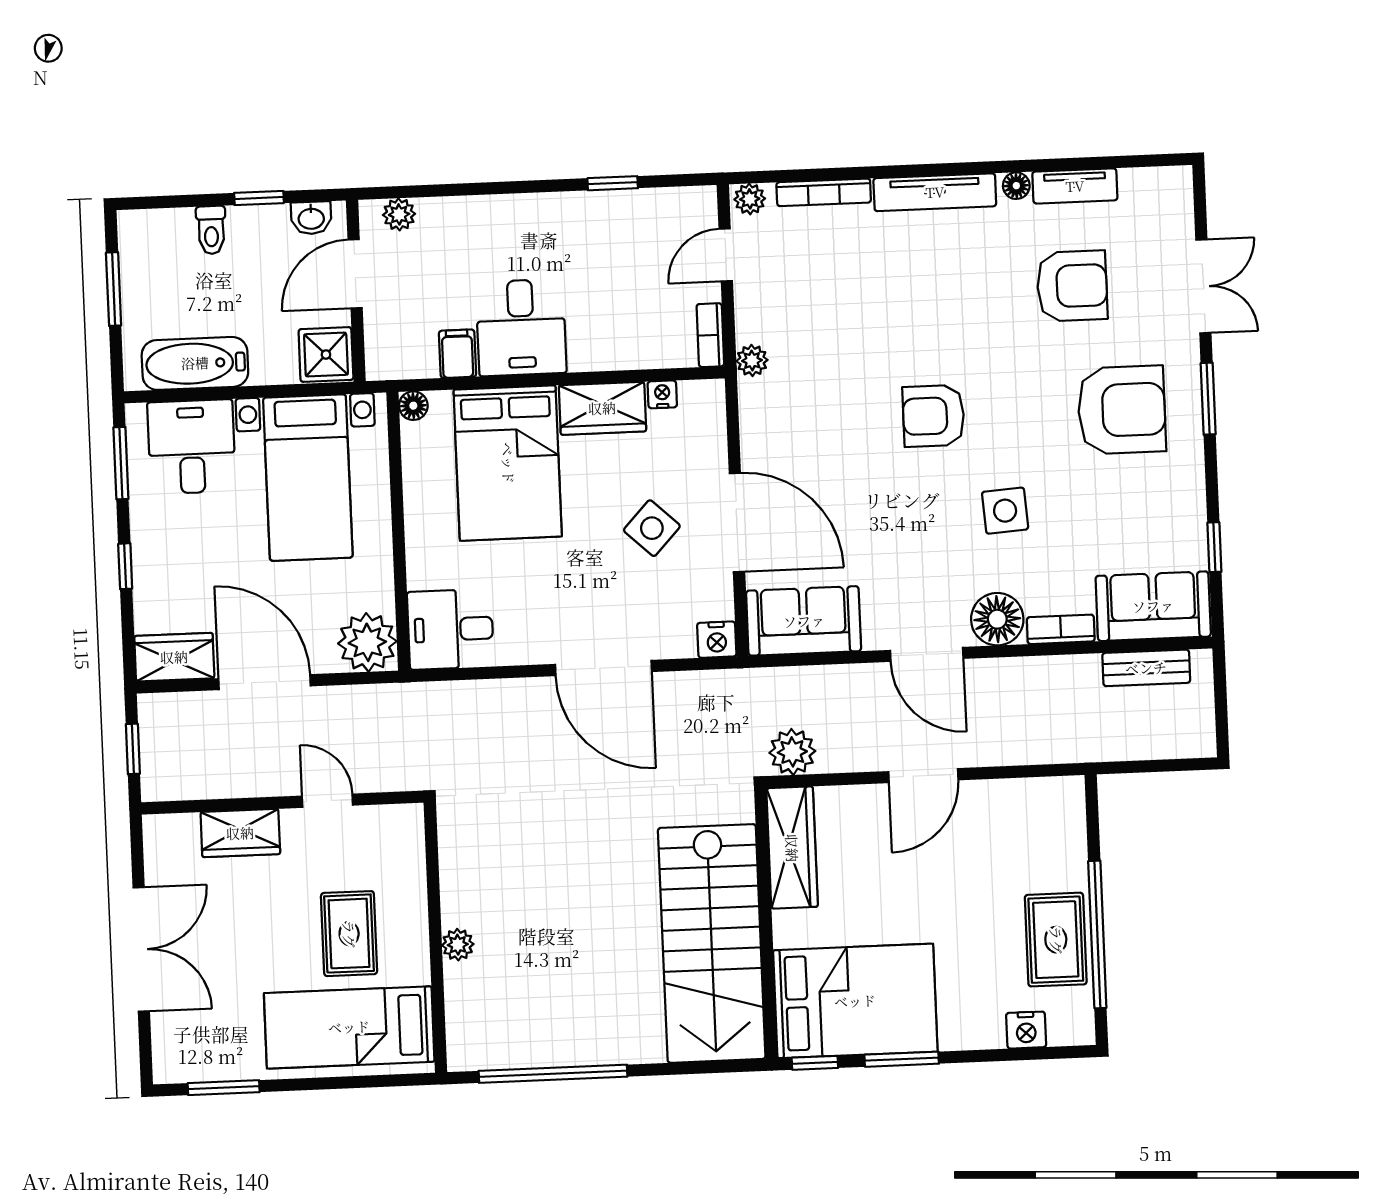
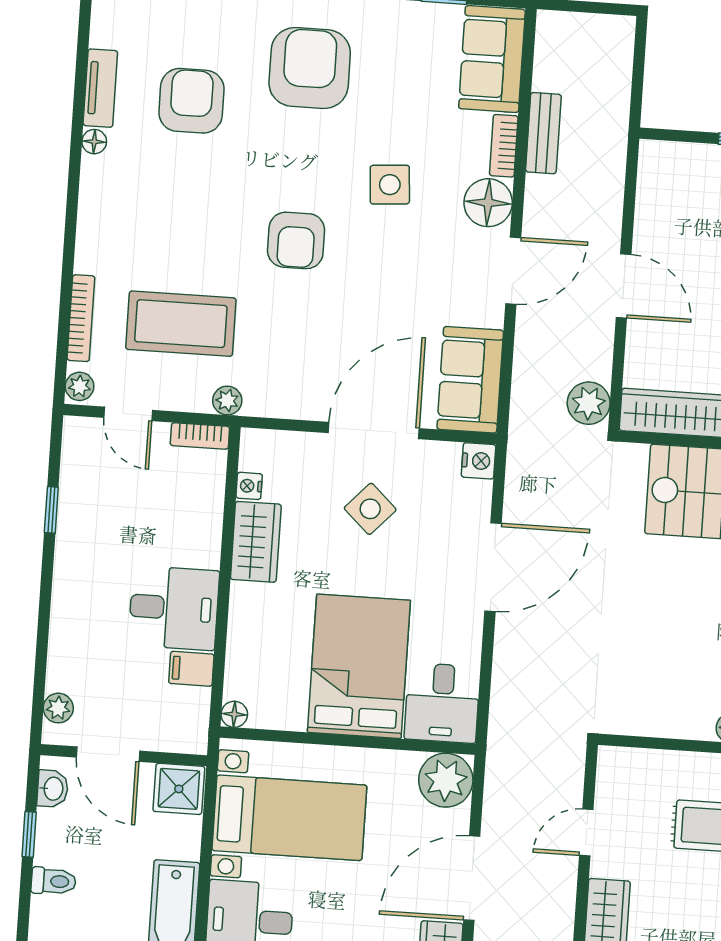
tv unit: (935, 192) -> (92, 217), removed
coffee table: (830, 301) -> (181, 324), added
bed: (508, 463) -> (359, 666), moved, turned -90
bench: (1146, 668) -> (543, 133), moved

